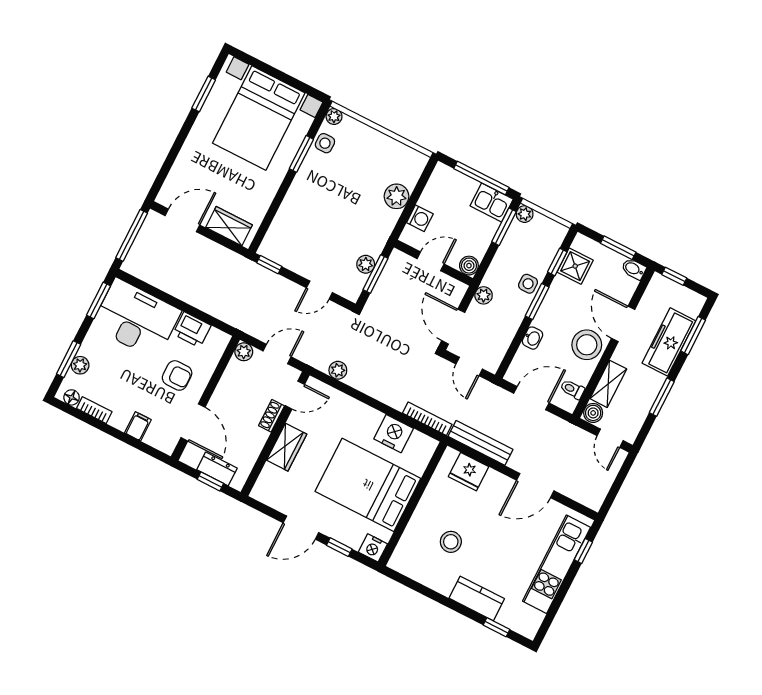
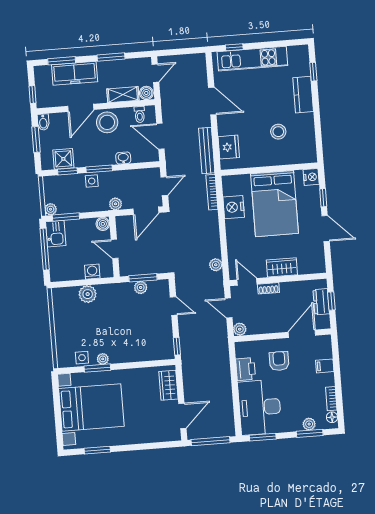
plant: (334, 116) -> (103, 359), moved
door: (182, 220) -> (182, 416), swing flipped

